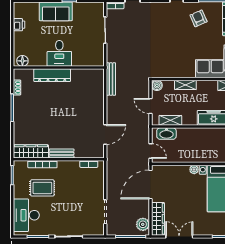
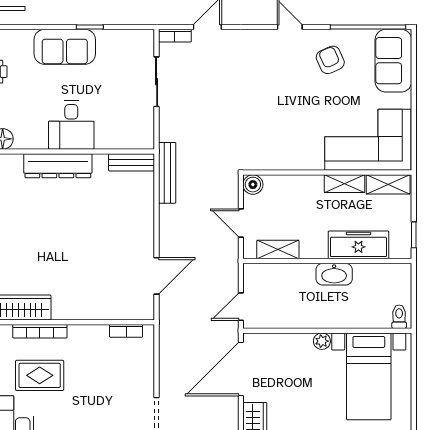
shelving: (185, 85) -> (345, 184), moved
washbasin: (166, 134) -> (334, 274), moved
door: (150, 151) -> (241, 307), swing flipped
bench: (62, 154) -> (132, 162), moved

